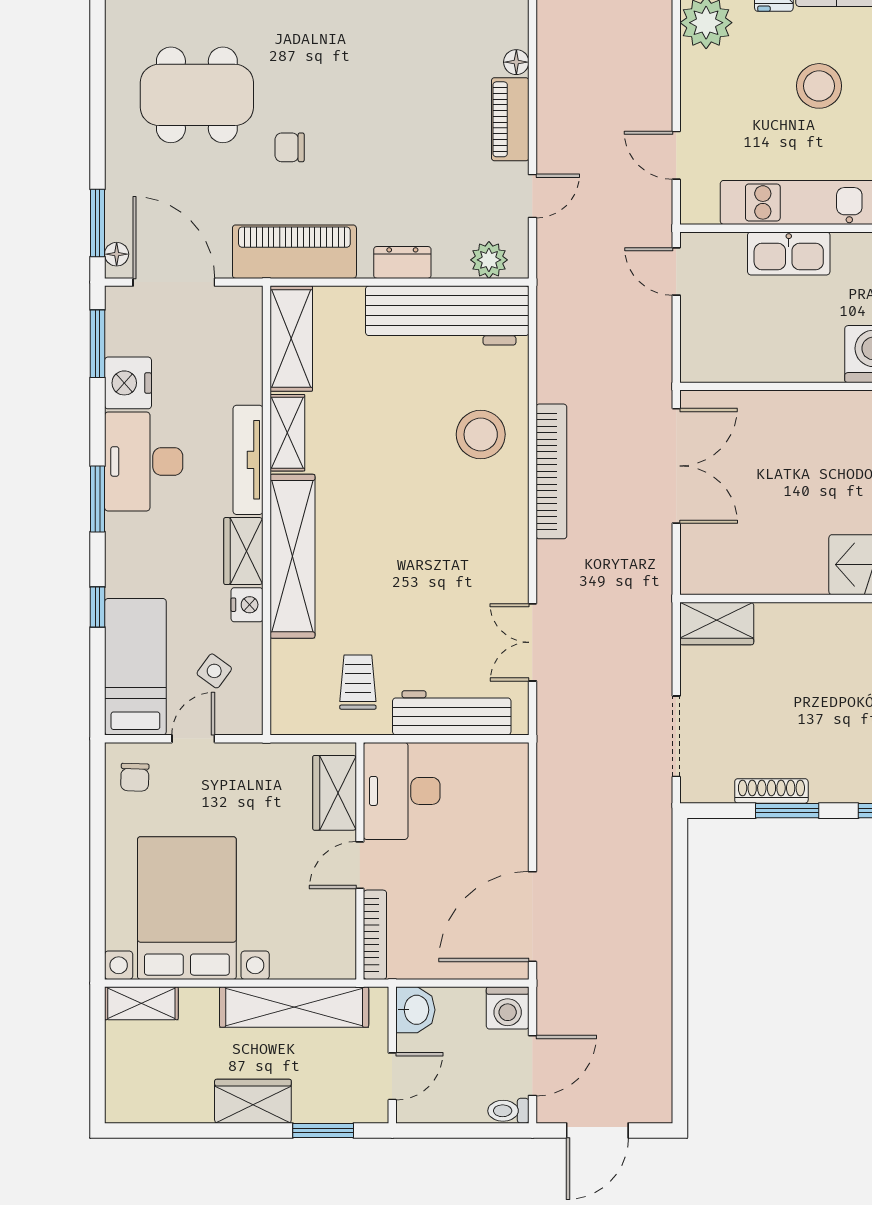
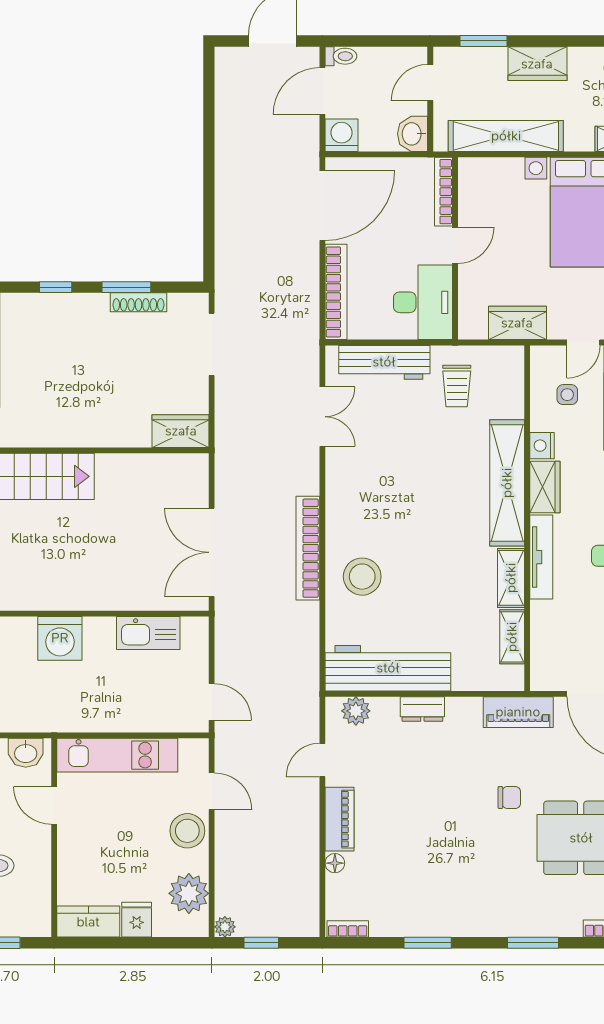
stool: (819, 86) -> (187, 831), moved
piano: (294, 252) -> (518, 712), width x0.73, depth x0.75
kitchen sink: (789, 253) -> (148, 633), moved, turned 180
shelving: (291, 339) -> (512, 637), width x0.67, depth x0.75
side table: (214, 671) -> (567, 395), turned -36
wardrobe: (335, 793) -> (517, 323), moved, turned -90
bookcase: (515, 804) -> (336, 292), added

